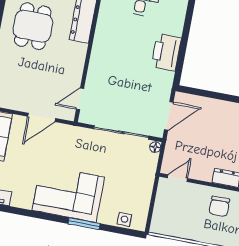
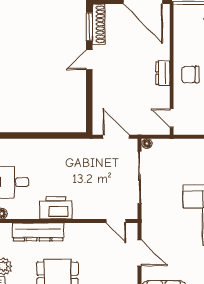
printer: (166, 52) -> (56, 208), moved, turned 180
chair: (219, 206) -> (190, 75), turned 180

